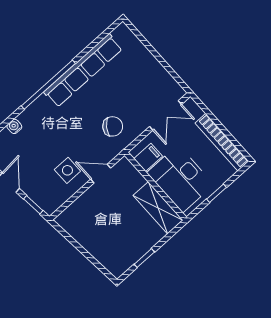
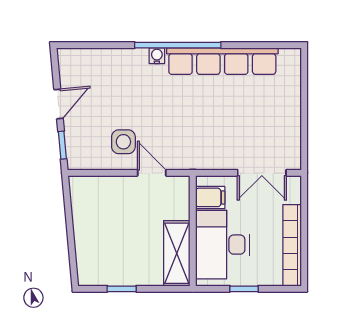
water cooler: (14, 126) -> (157, 56), moved
chair: (113, 126) -> (203, 139), removed

